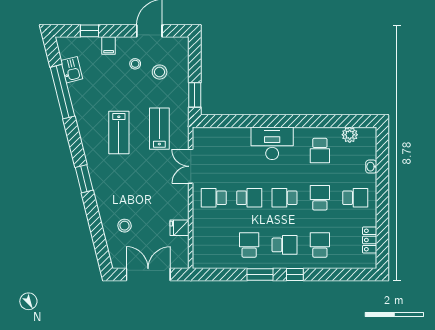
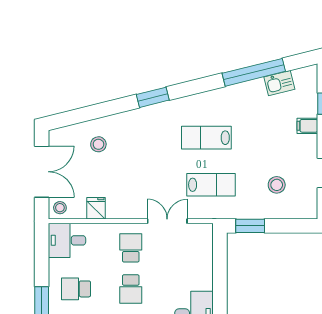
stool: (135, 64) -> (60, 208), moved
school desk: (249, 245) -> (76, 289), turned 180
desk: (207, 253) -> (67, 240), added

